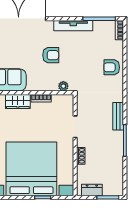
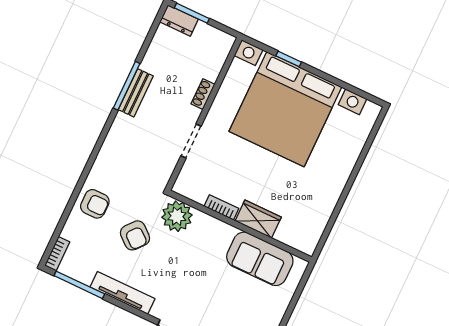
armchair: (51, 55) -> (135, 235), moved, turned -140
plant: (63, 86) -> (177, 216), width x1.87, depth x1.87
bench: (118, 116) -> (136, 93), moved
dresser: (92, 190) -> (179, 21), moved

